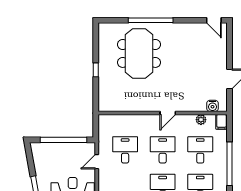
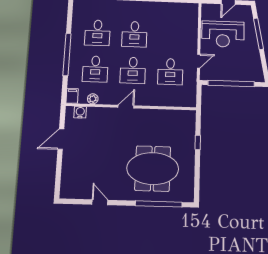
window: (151, 20) -> (159, 204), moved
door: (214, 20) -> (100, 202), moved
meeting table: (139, 53) -> (153, 169), turned 90
window: (96, 70) -> (198, 142), moved

